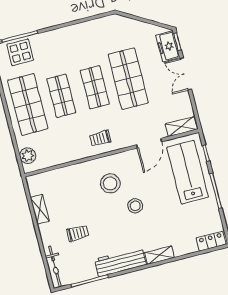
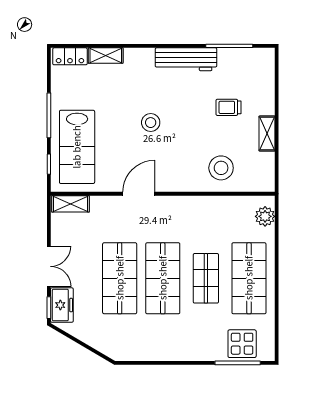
shop shelf: (95, 87) -> (163, 278), width x1.43, depth x1.36
trolley: (100, 138) -> (172, 215), removed
door: (149, 143) -> (139, 194), moved
stool: (110, 183) -> (221, 168), moved
shelving: (40, 209) -> (267, 134), moved
shelving: (159, 255) -> (106, 55), moved
bicycle: (55, 266) -> (267, 74), removed

